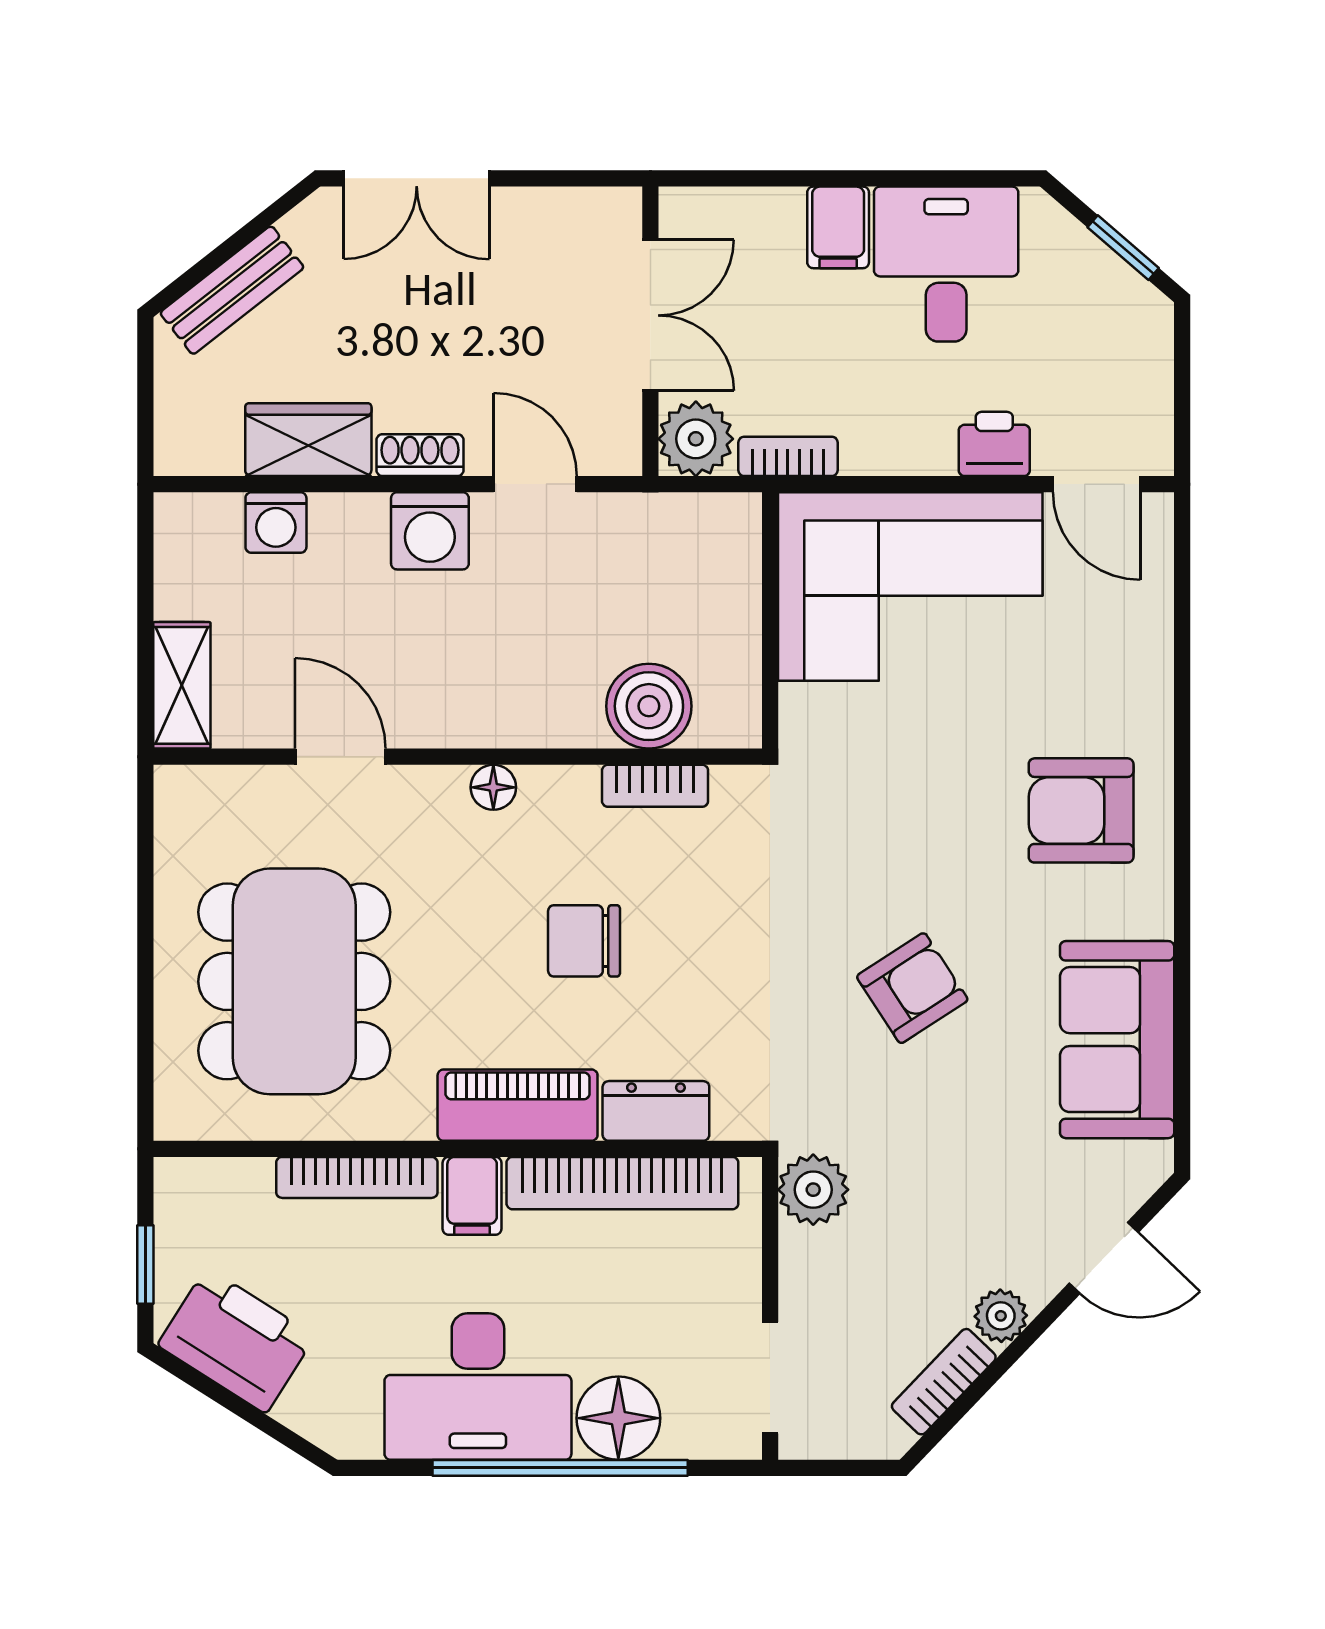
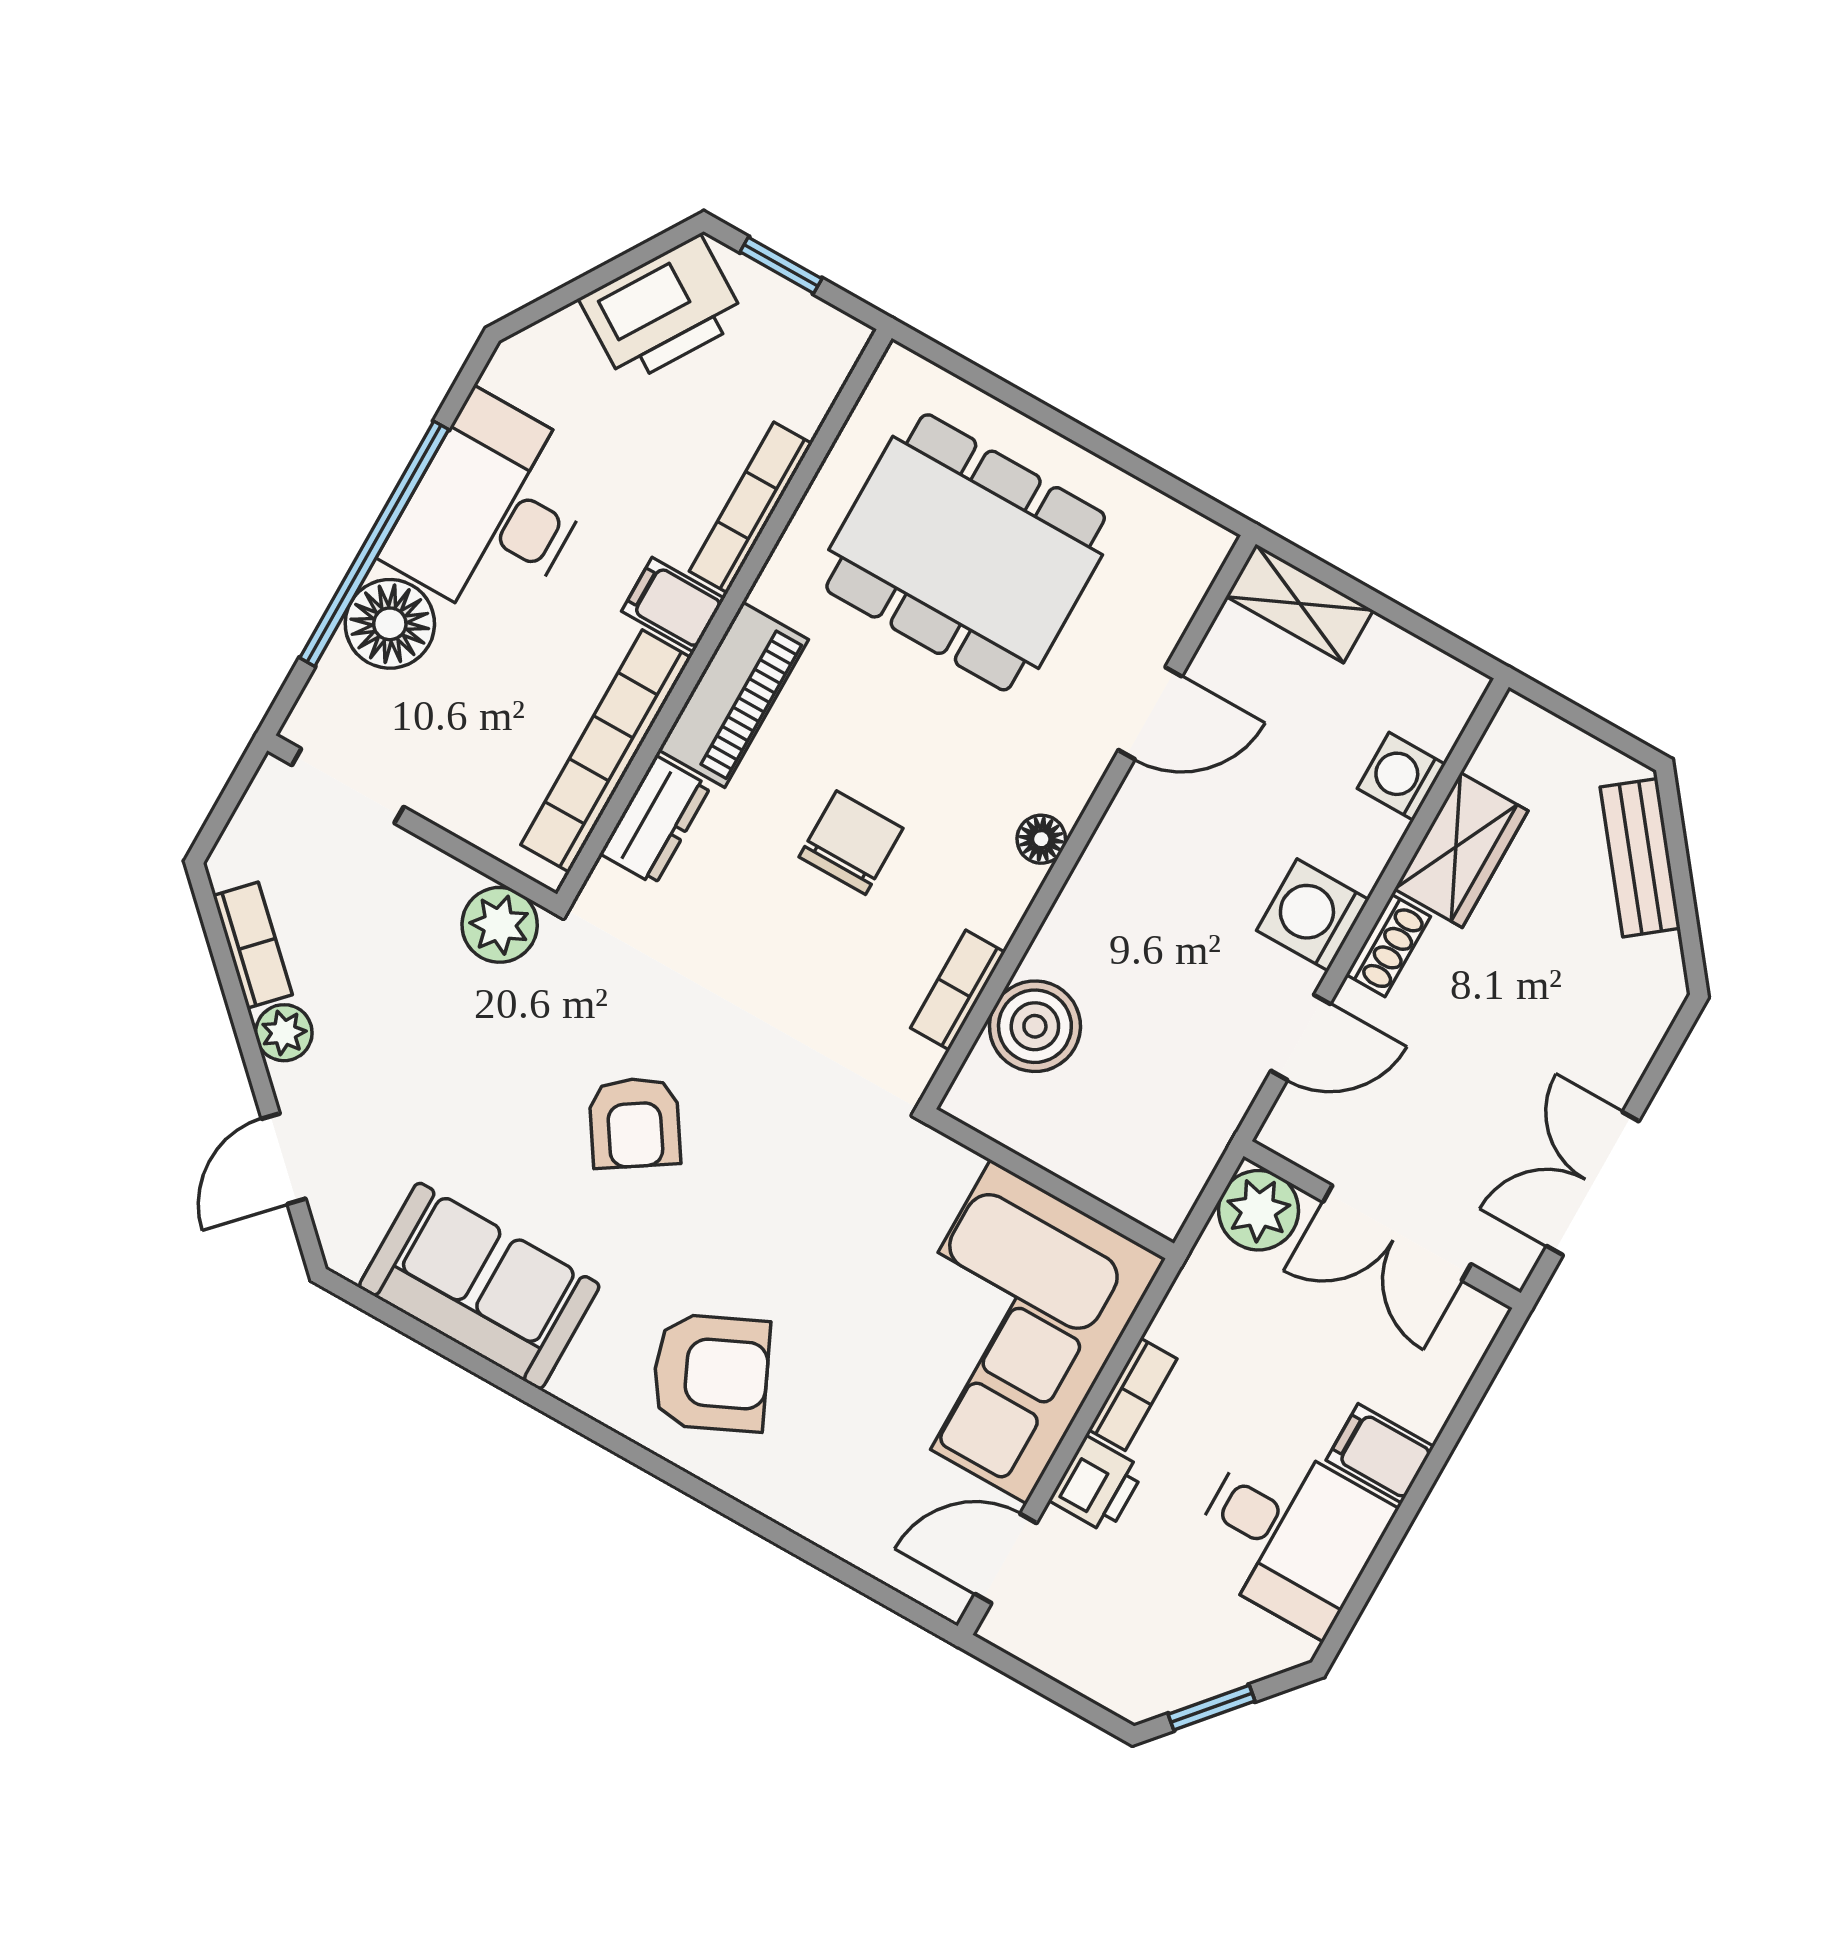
double door: (417, 178) -> (1593, 1184), moved
bookcase: (788, 456) -> (1133, 1394), moved
armchair: (1081, 810) -> (711, 1373), turned 65

